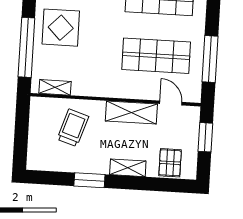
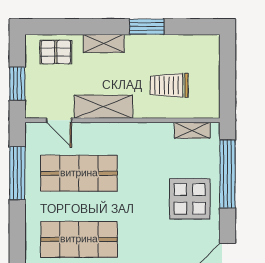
trolley: (73, 128) -> (169, 85), turned 72
pallet: (170, 163) -> (56, 52), turned 90

